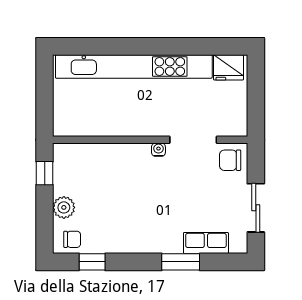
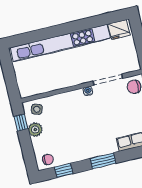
side table: (74, 159) -> (37, 109), added
plant: (64, 207) -> (35, 130), moved
window: (181, 262) -> (103, 161), moved

